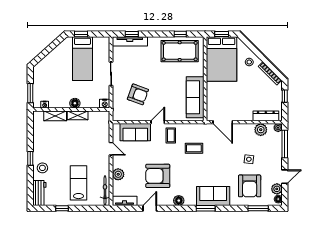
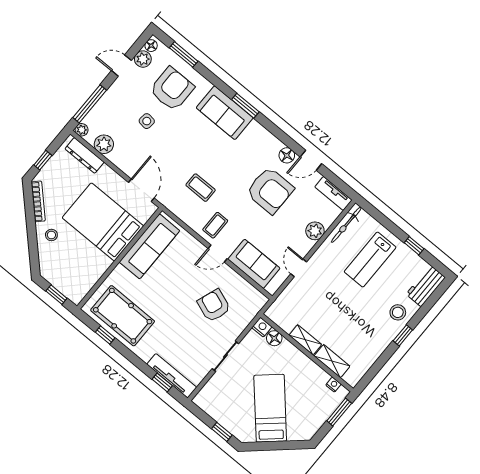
bed: (82, 59) -> (270, 408), moved, turned -42
bed: (222, 59) -> (103, 222), moved, turned -90
floor lamp: (75, 103) -> (274, 338), moved
floor lamp: (179, 201) -> (287, 155), moved

